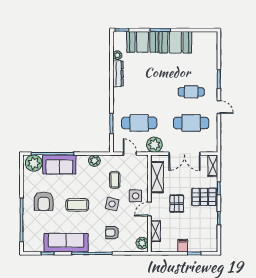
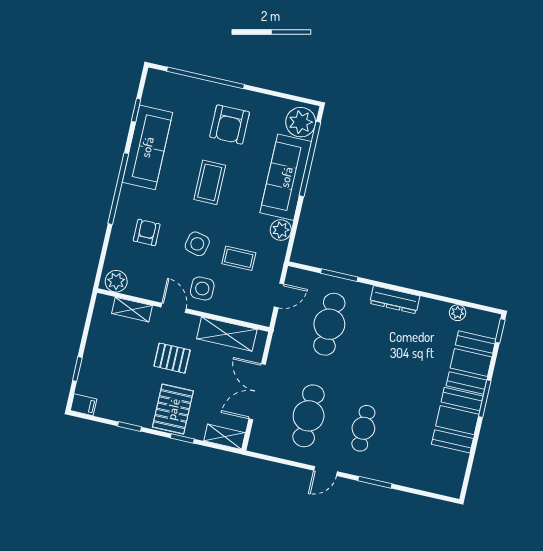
dresser: (118, 74) -> (395, 300), moved
plant: (154, 145) -> (285, 342), removed
sofa: (59, 164) -> (286, 177), width x1.36
armchair: (44, 201) -> (230, 124), turned -90
filing cabinet: (183, 246) -> (84, 405), moved

